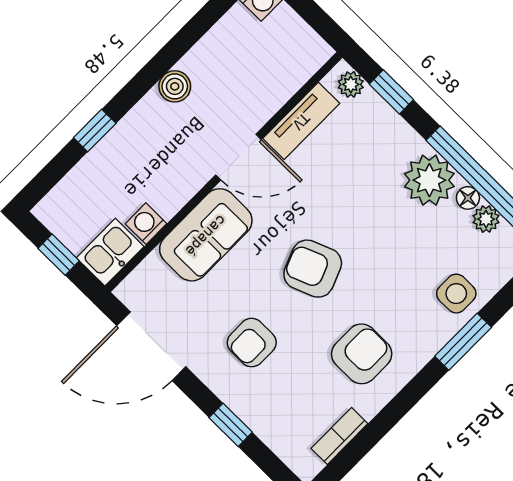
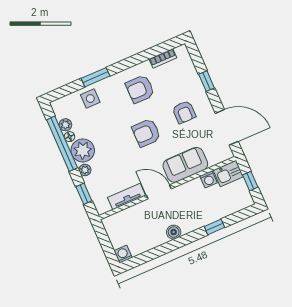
plant: (351, 84) -> (85, 170), moved
armchair: (313, 269) -> (146, 133), turned 112
armchair: (252, 343) -> (184, 112), turned 90

